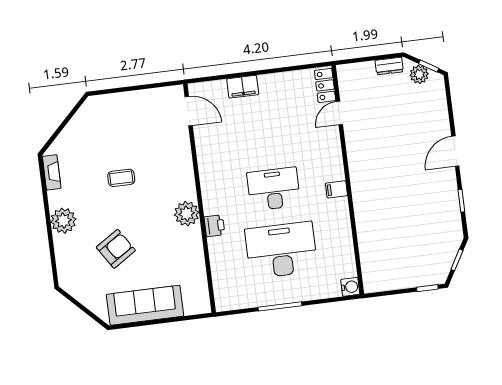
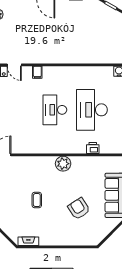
filing cabinet: (336, 189) -> (37, 72), moved
plant: (63, 221) -> (58, 238), removed
printer: (214, 226) -> (93, 148), moved

